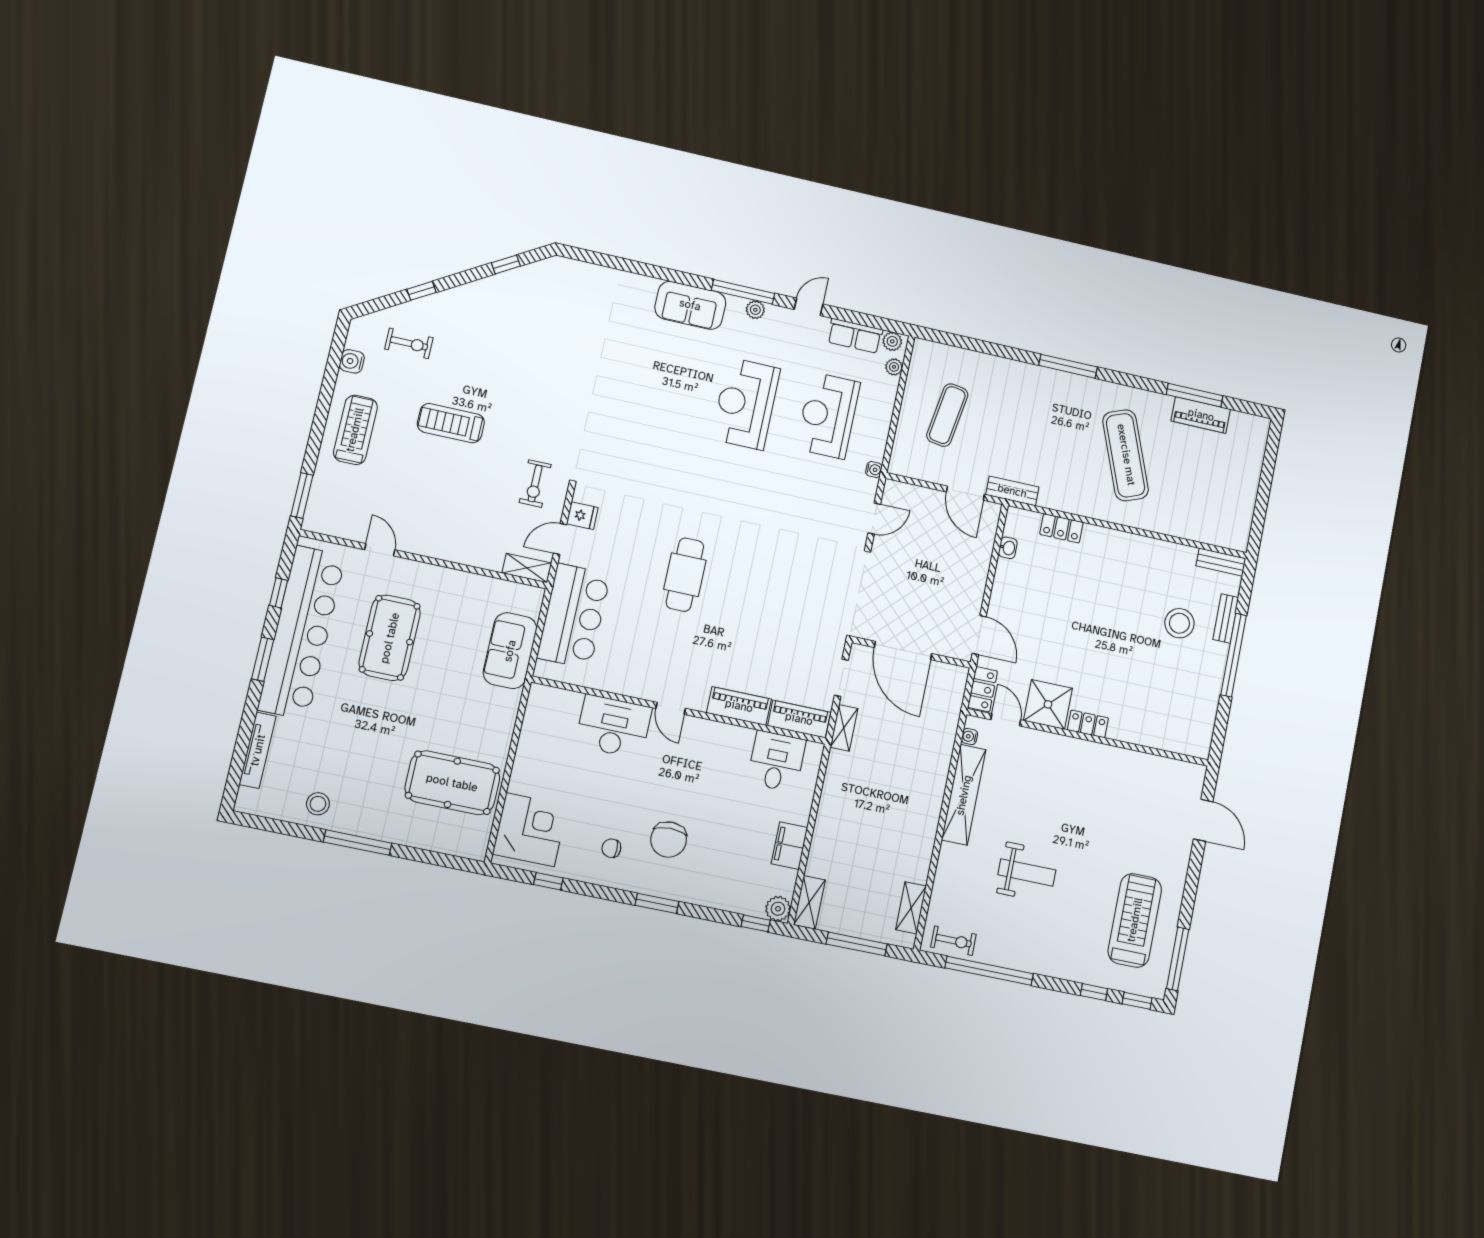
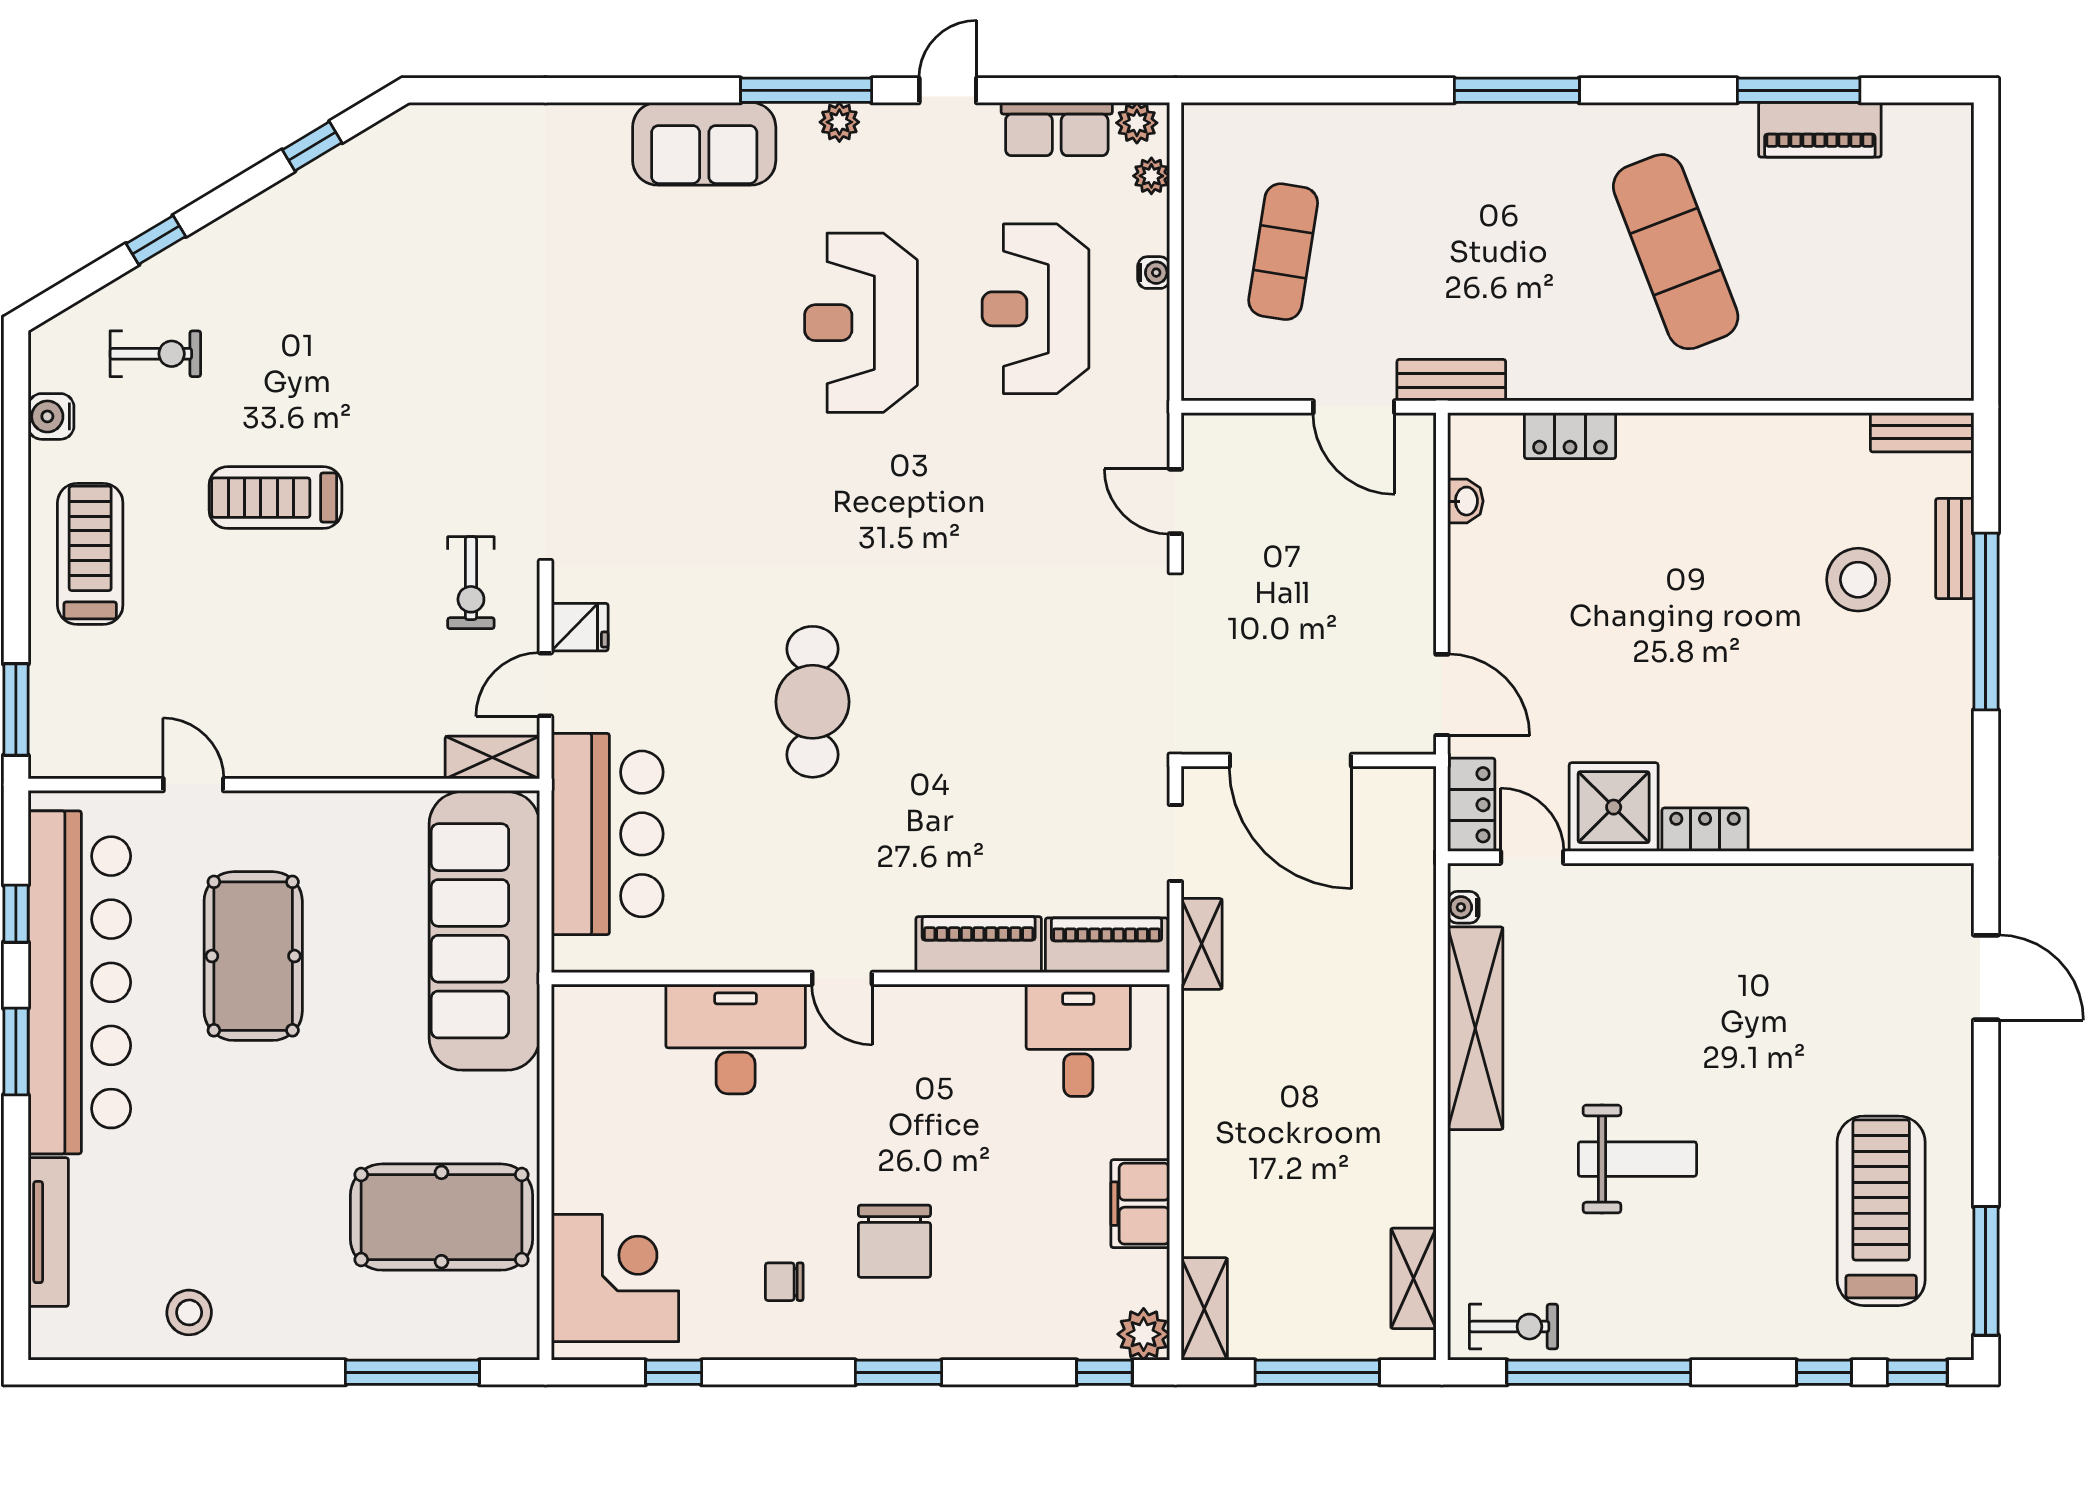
water cooler: (874, 469) -> (1154, 273), moved
door: (874, 519) -> (1175, 501), swing flipped
sofa: (510, 651) -> (484, 931), width x1.85, depth x1.27
window: (358, 843) -> (412, 1372), moved

